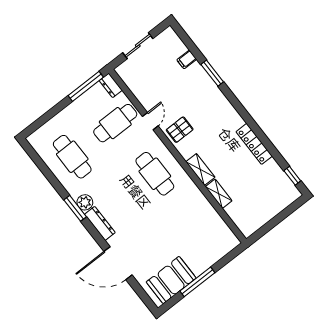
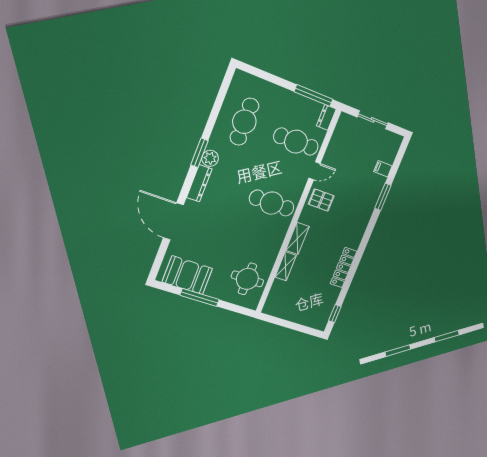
cafe table: (155, 174) -> (272, 203), turned 90
round table: (208, 233) -> (247, 279), added

